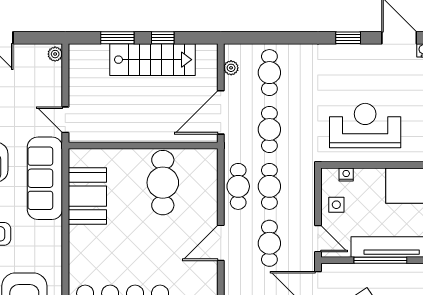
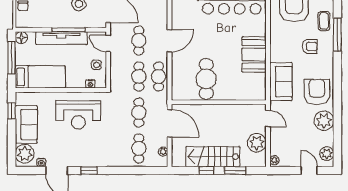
plant: (83, 82) -> (257, 143), added
door: (221, 112) -> (170, 123), hinge flipped
sofa: (45, 178) -> (281, 82), width x0.73
booth: (87, 196) -> (254, 54), moved

